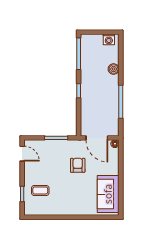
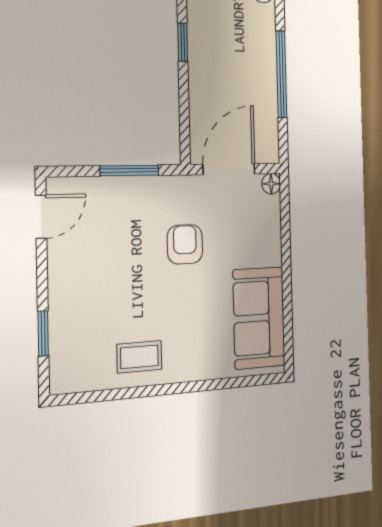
door: (97, 138) -> (229, 169), swing flipped
door: (22, 154) -> (41, 217), hinge flipped
coffee table: (40, 190) -> (139, 357), moved

